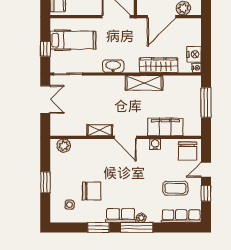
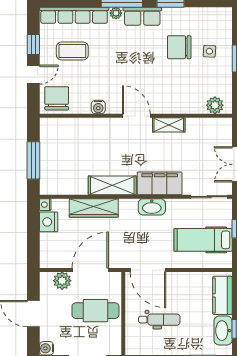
filing cabinet: (165, 127) -> (160, 183), moved, turned 180
side table: (70, 205) -> (209, 51), moved
row of seats: (181, 216) -> (74, 15), width x1.36

